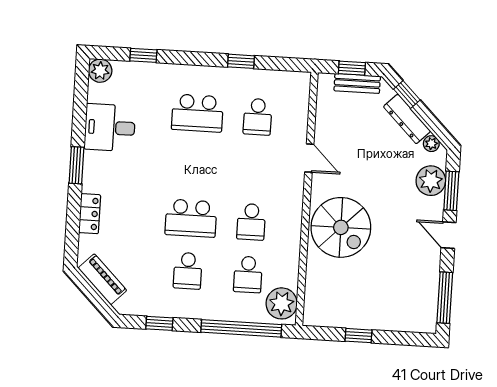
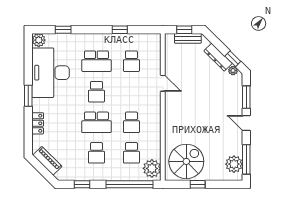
window: (407, 94) -> (233, 59), moved
desk: (110, 128) -> (51, 73), width x1.87, depth x1.30
school desk: (194, 166) -> (96, 92), added
plant: (431, 181) -> (234, 164), moved
spiral stairs: (341, 227) -> (186, 161), moved, turned -90

